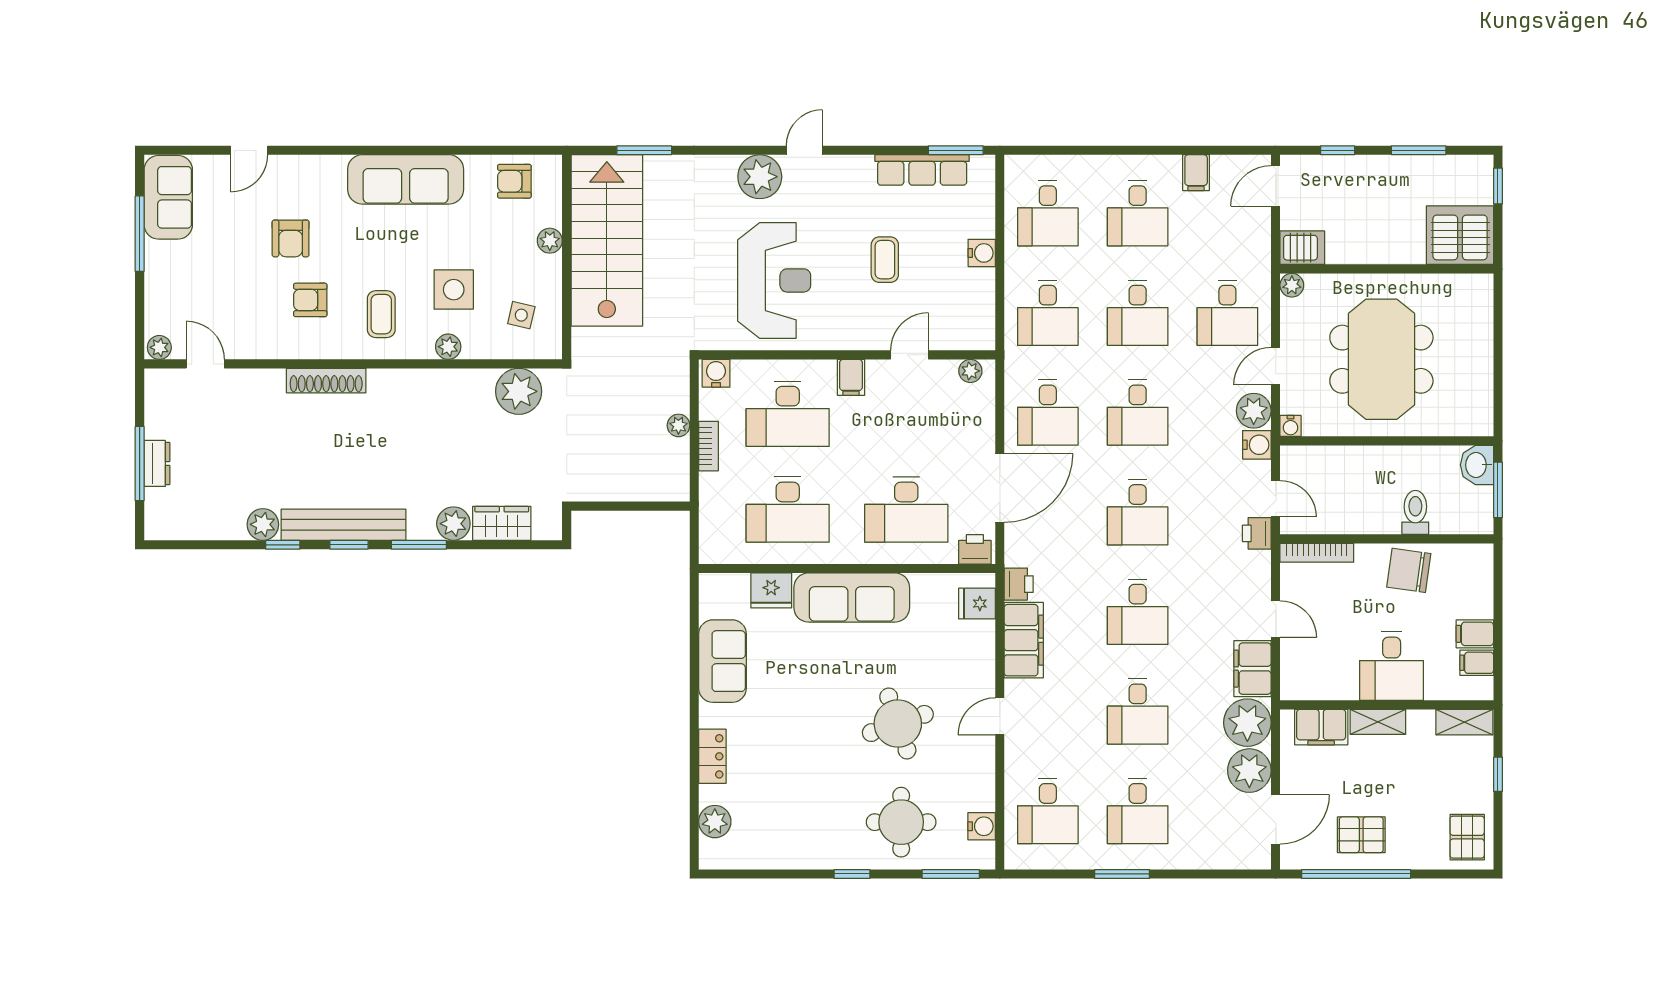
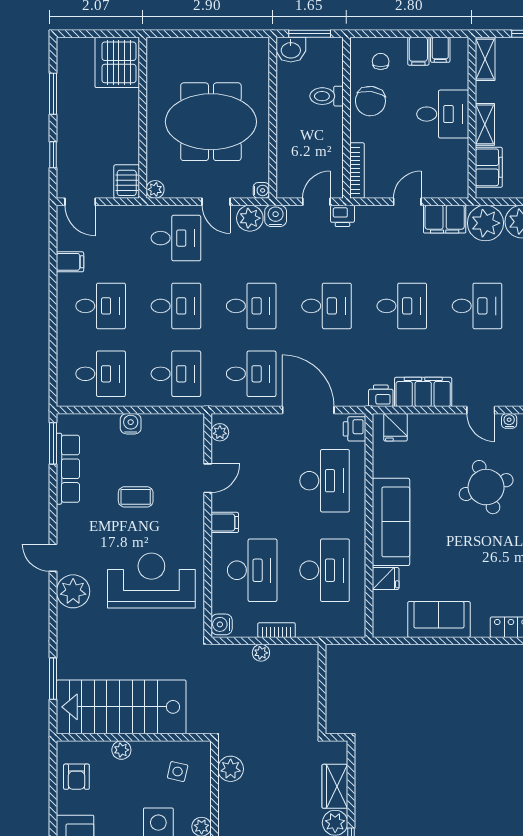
window: (1498, 186) -> (80, 34), removed
door: (910, 355) -> (208, 478), swing flipped
plant: (519, 391) -> (231, 769), width x0.73, depth x0.73
chair: (1461, 584) -> (381, 61), added
fridge: (771, 590) -> (386, 578), width x0.72
water cooler: (985, 754) -> (509, 421), added

